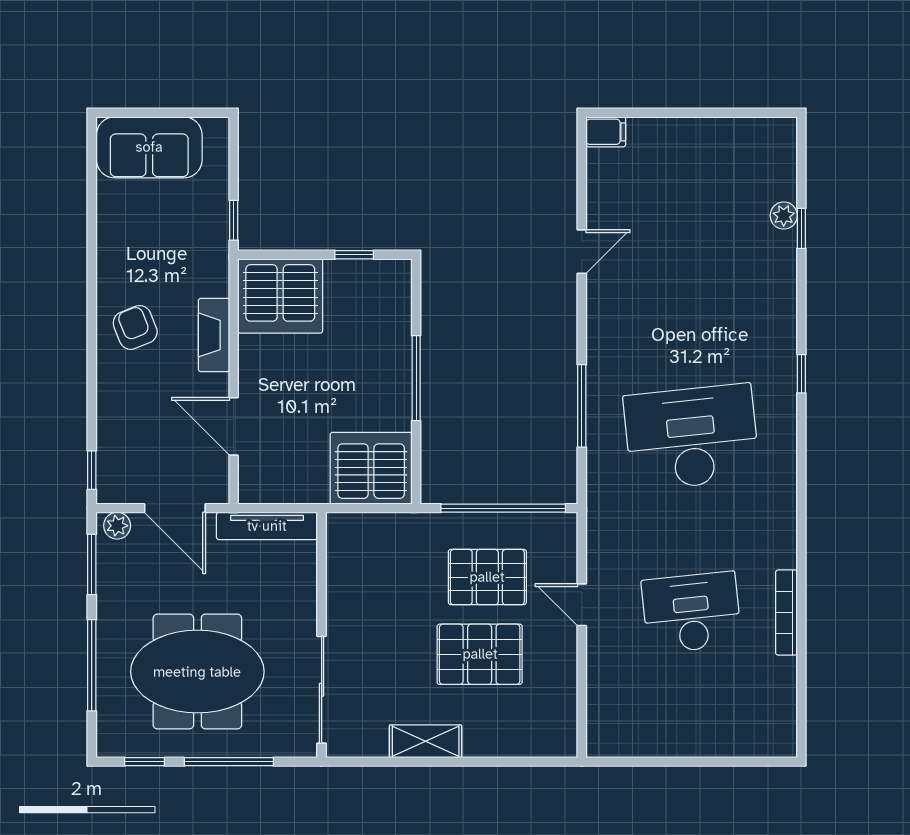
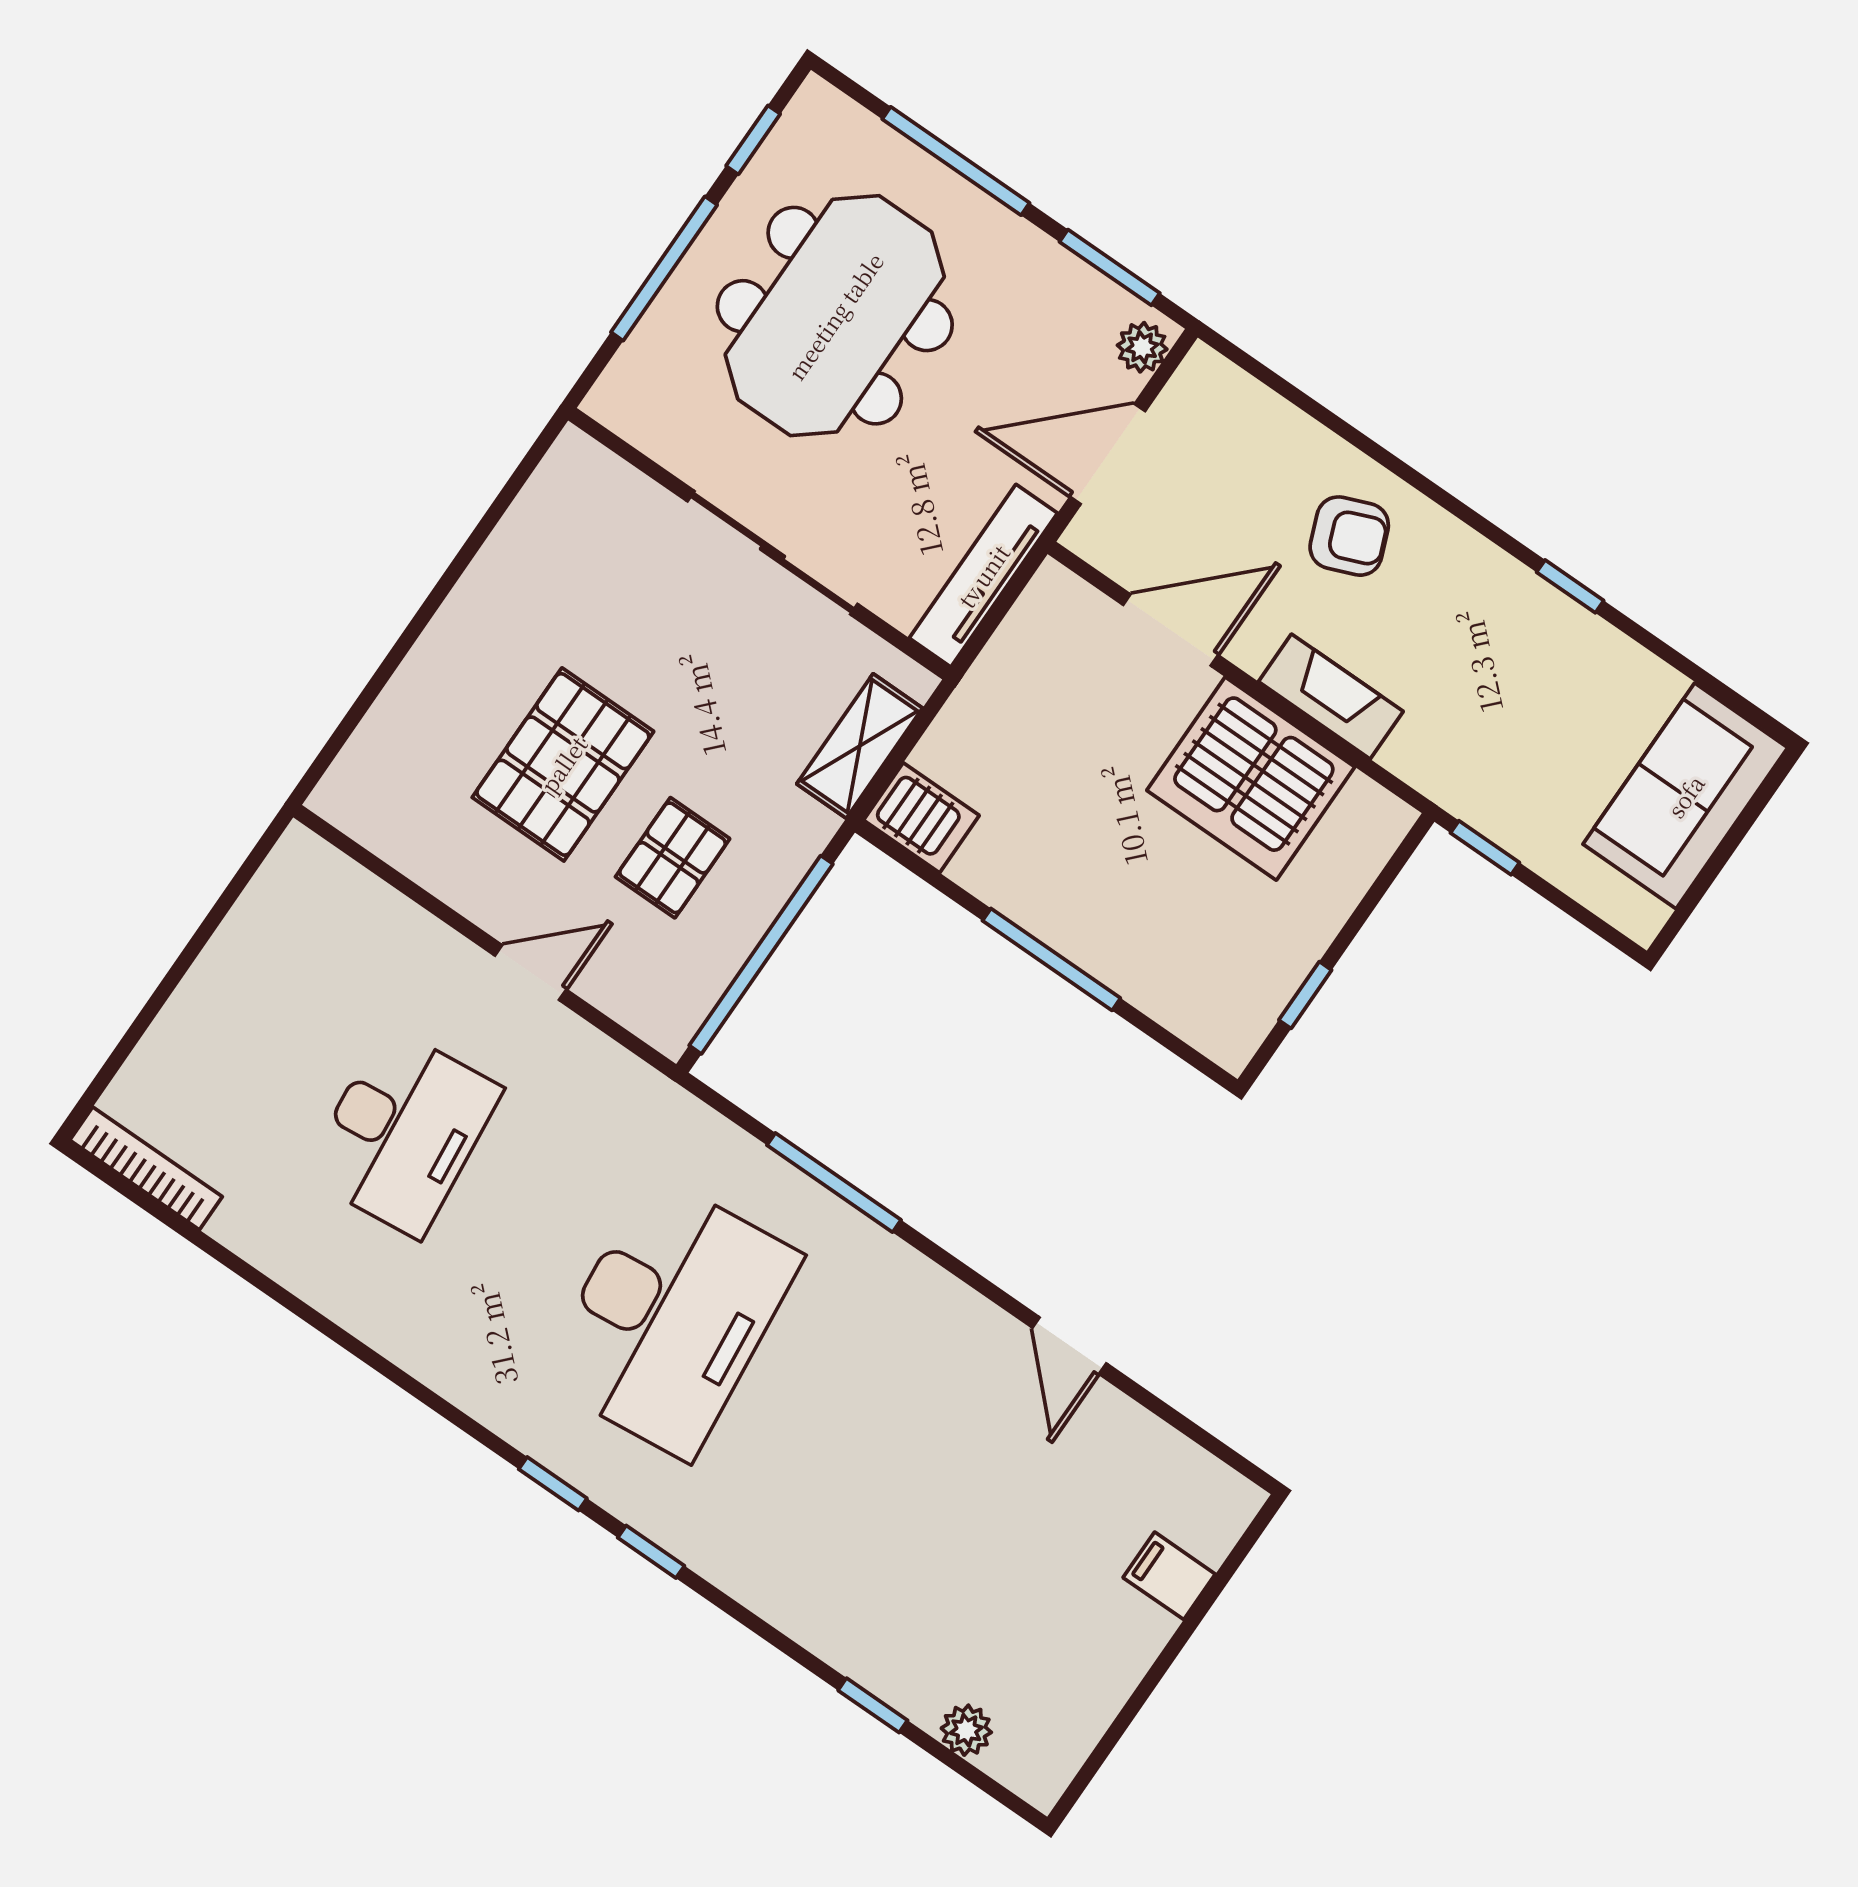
filing cabinet: (606, 132) -> (1169, 1576), moved, turned 90
plant: (784, 216) -> (966, 1730), moved
server rack: (280, 296) -> (1251, 779), moved, turned -90
armchair: (135, 327) -> (1349, 536), moved
window: (801, 438) -> (553, 1484), added
server rack: (371, 468) -> (921, 818), width x0.46, depth x0.70
window: (92, 470) -> (1570, 586), moved
pallet: (487, 577) -> (673, 858), width x0.67, depth x0.71
bookcase: (786, 613) -> (146, 1168), moved
sliding door: (322, 690) -> (772, 553), moved
shelving: (426, 741) -> (860, 746), moved

